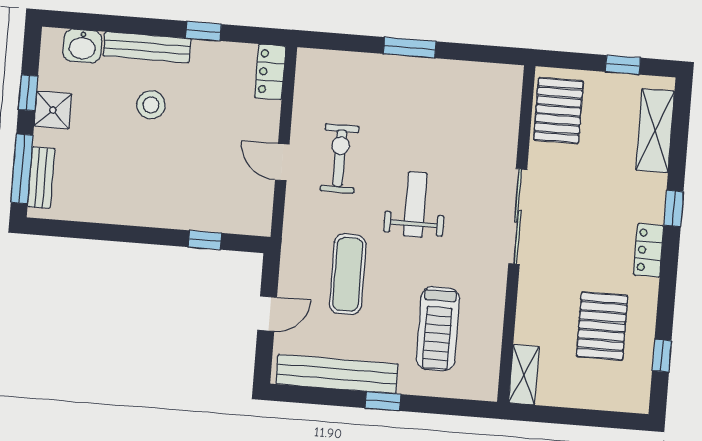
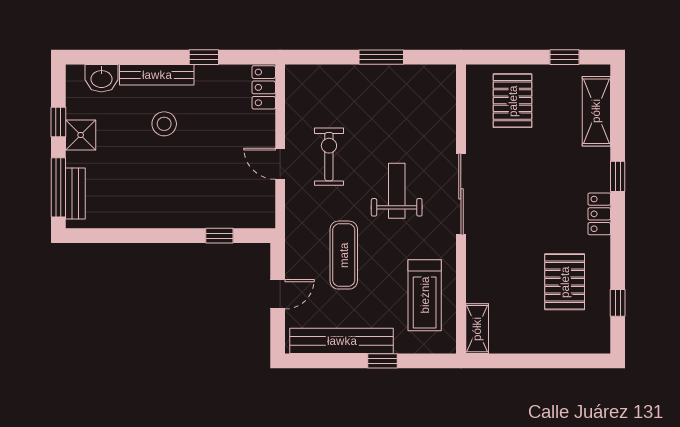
sliding door: (518, 216) -> (461, 194), moved
wall: (516, 234) -> (461, 209), moved
shelving: (524, 375) -> (477, 329), moved

